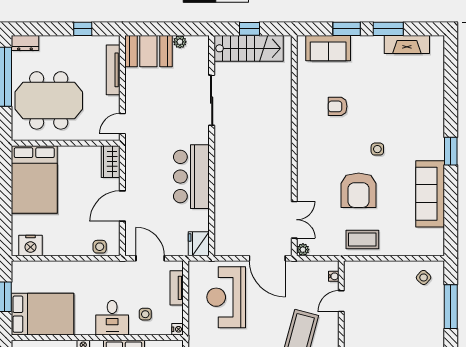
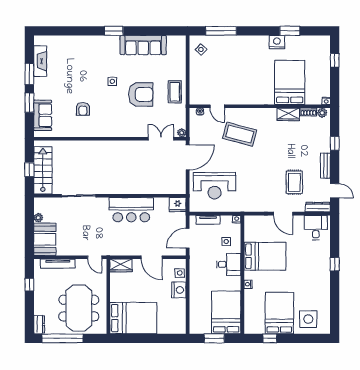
nightstand: (30, 245) -> (179, 290), moved

